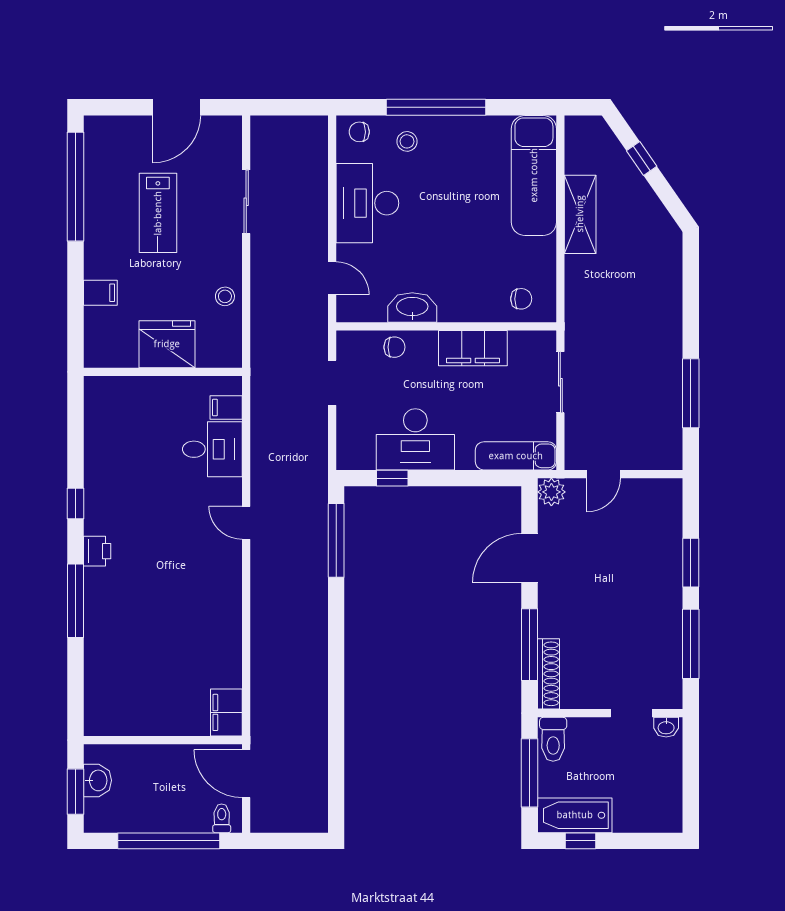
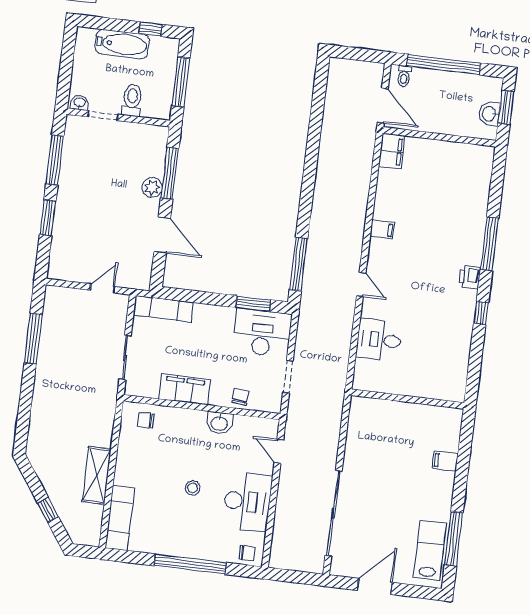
stool: (407, 141) -> (193, 488), moved
exam couch: (534, 175) -> (120, 518), width x0.73, depth x0.69
window: (75, 187) -> (454, 539), width x0.68
sliding door: (246, 202) -> (333, 513), width x1.86
lab bench: (158, 213) -> (430, 550), moved
stool: (225, 296) -> (357, 448), removed
washbasin: (412, 307) -> (219, 423), width x0.72
fridge: (167, 344) -> (402, 418), removed
chair: (394, 347) -> (240, 397), turned 96
filing cabinet: (226, 407) -> (382, 229), moved
desk: (415, 439) -> (262, 333), moved
window: (392, 478) -> (253, 304), width x1.50
plant: (551, 492) -> (152, 187), moved
door: (530, 558) -> (162, 235), hinge flipped
shoe rack: (549, 674) -> (159, 151), removed
toilet: (553, 739) -> (132, 100), moved
bathtub: (575, 815) -> (122, 44), moved

